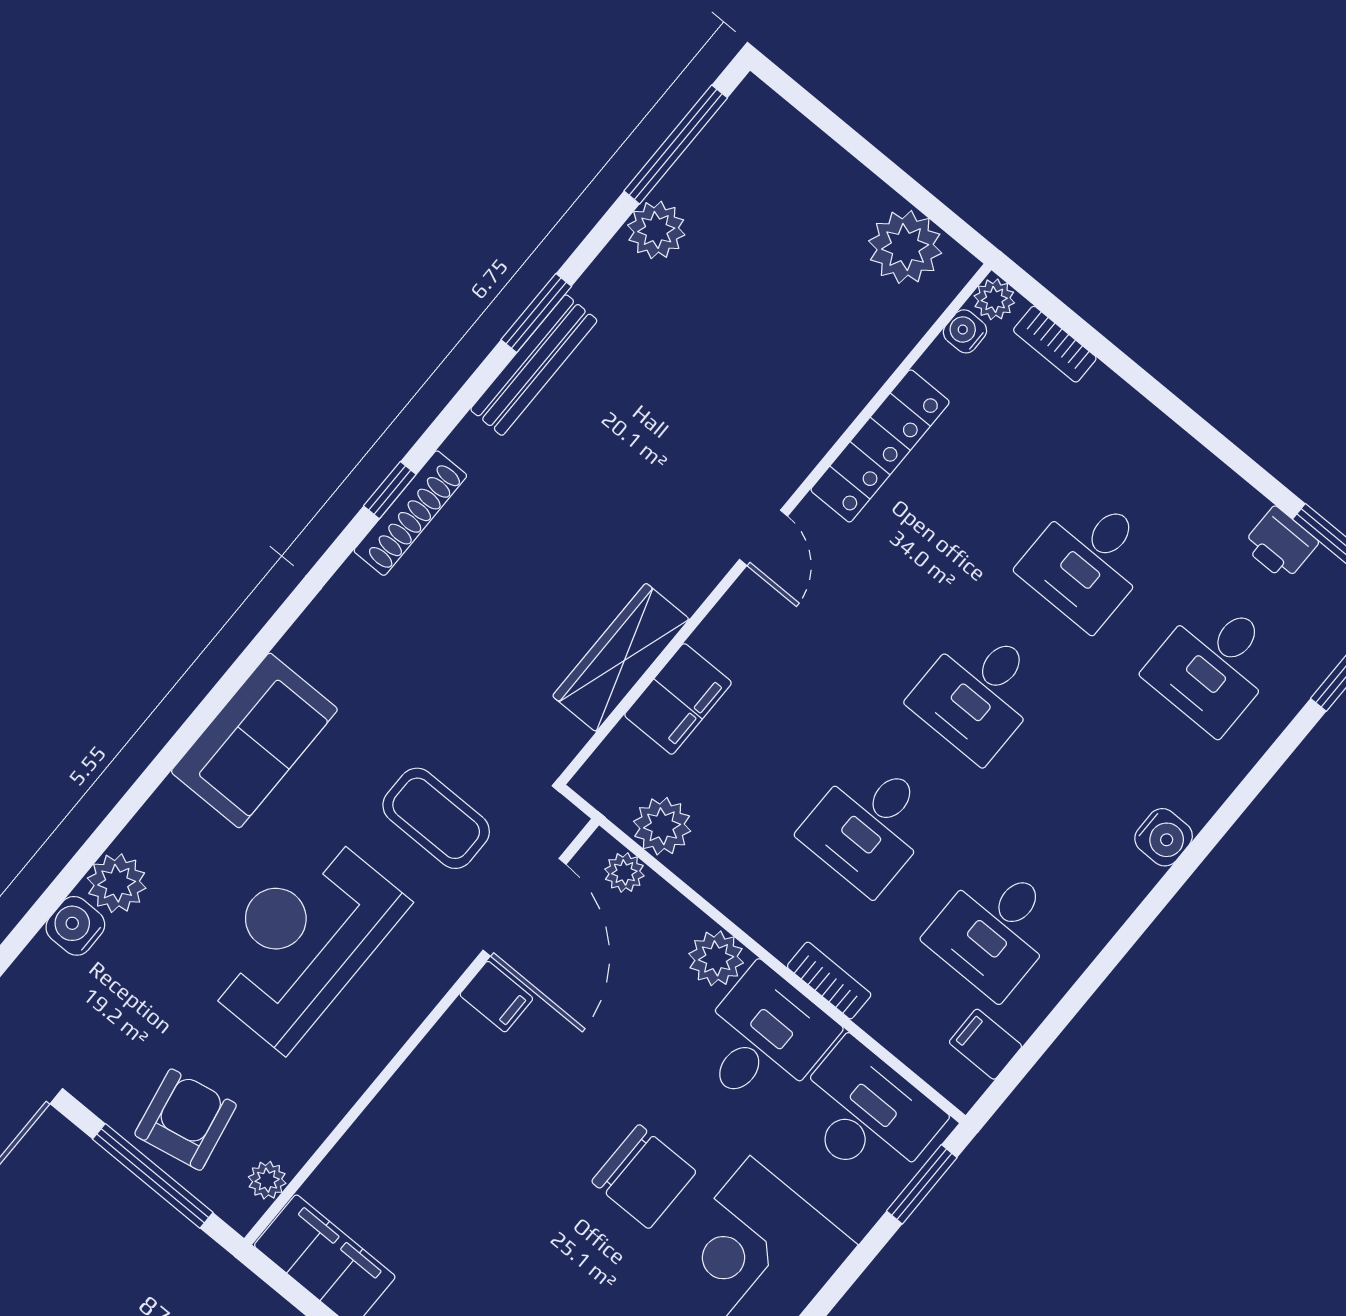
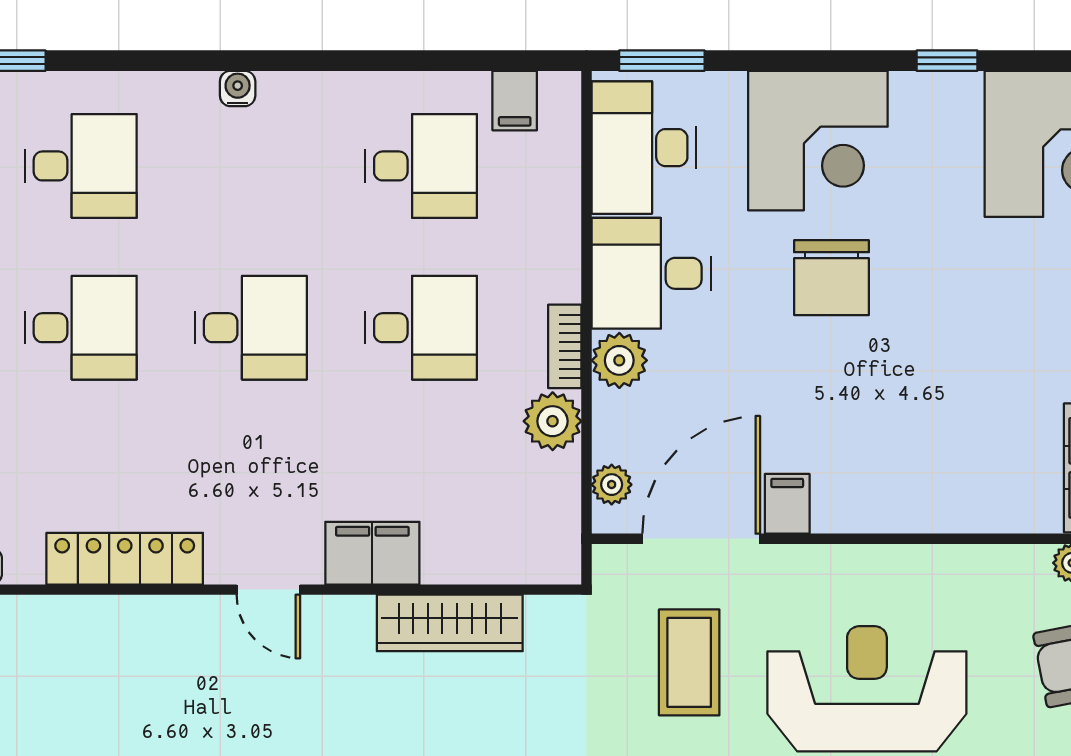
door: (764, 538) -> (268, 590), swing flipped
filing cabinet: (678, 699) -> (372, 553), moved
plant: (662, 826) -> (553, 421), moved
water cooler: (1164, 837) -> (238, 89), width x0.72, depth x0.72
reception desk: (301, 940) -> (867, 689), turned 180
bookcase: (829, 980) -> (565, 346), moved
chair: (644, 1177) -> (831, 278), turned 180

